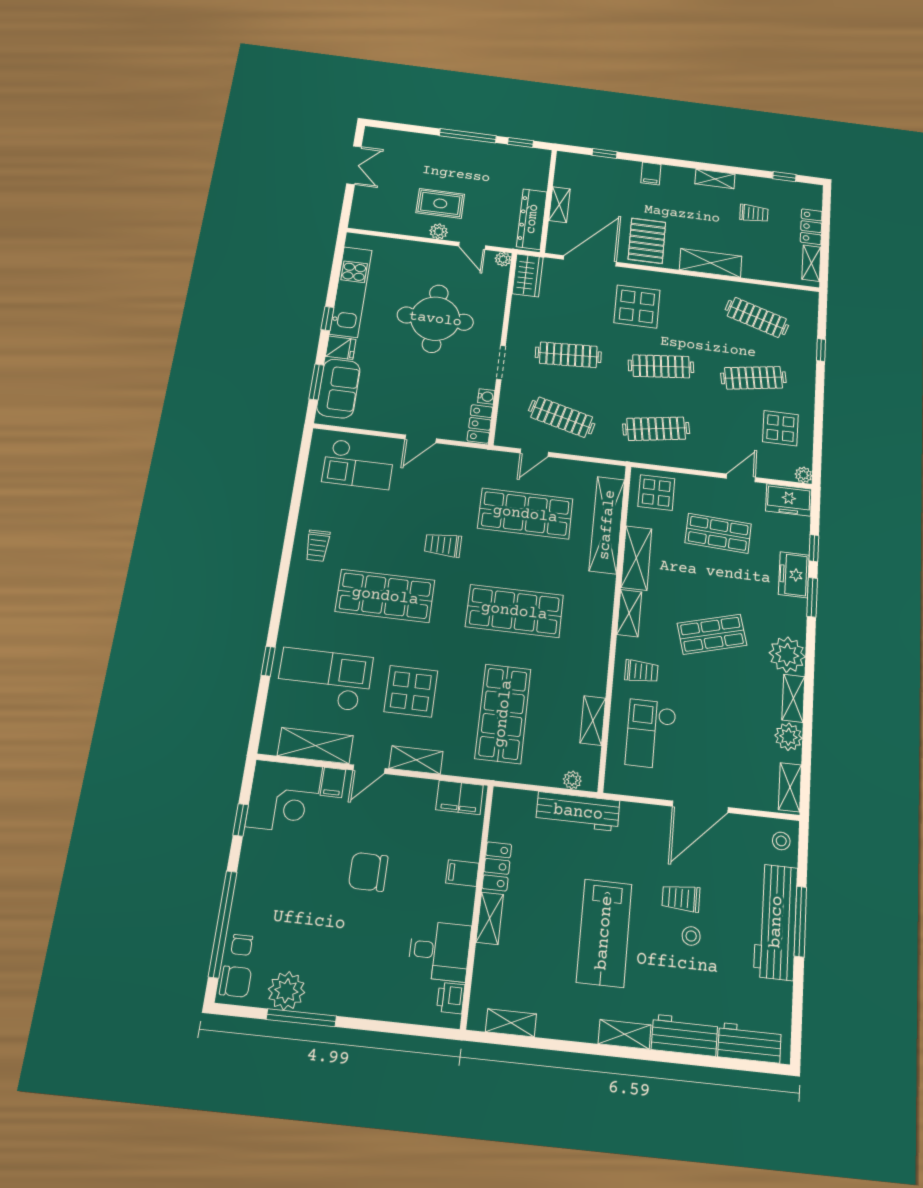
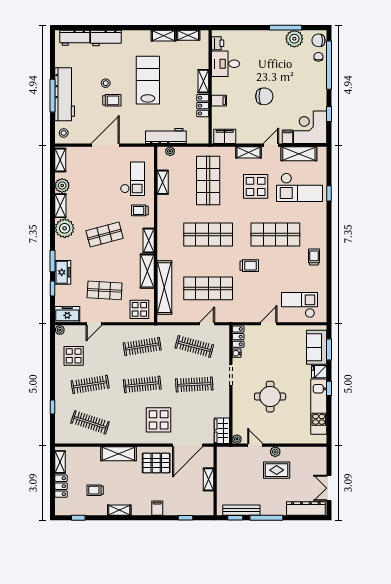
bench: (509, 152) -> (241, 510), added
dresser: (532, 219) -> (306, 508), moved, turned -90
pallet: (647, 241) -> (156, 463), turned 90
round table: (435, 319) -> (270, 397), width x0.73, depth x0.73
shelving: (625, 1034) -> (164, 36), moved

